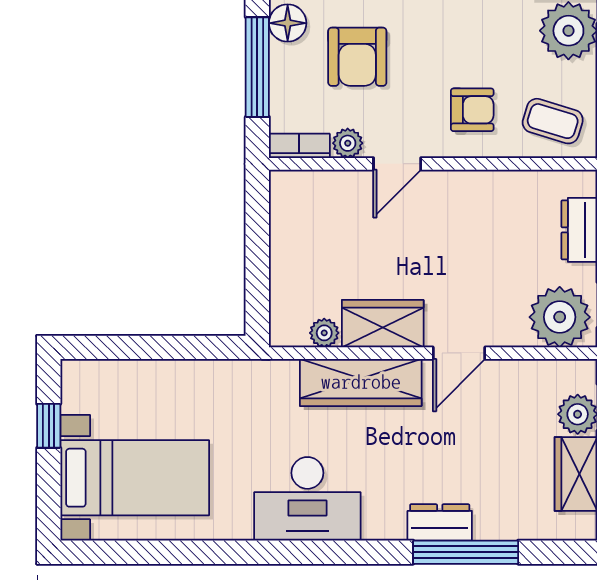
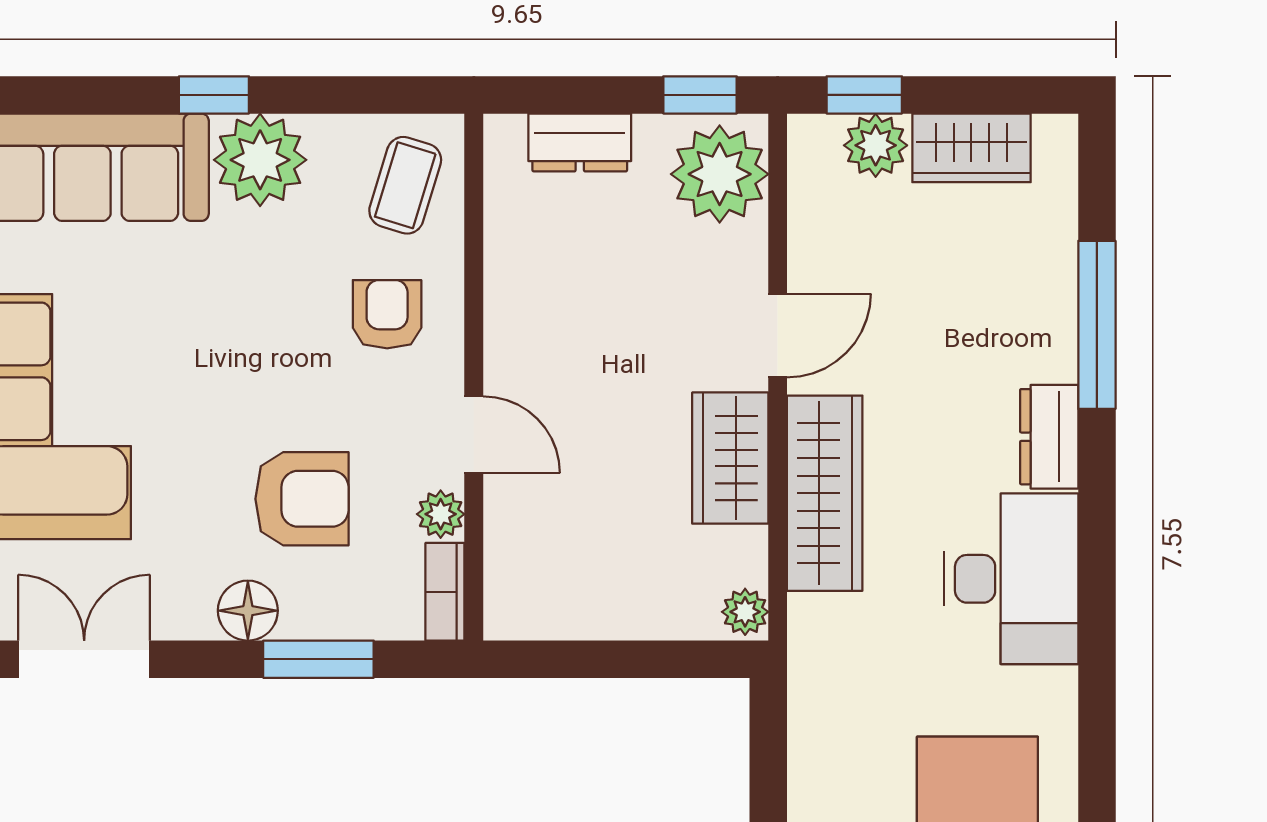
window: (257, 67) -> (318, 659), width x0.69
plant: (324, 333) -> (745, 612), moved
door: (459, 353) -> (778, 335), hinge flipped
dresser: (440, 522) -> (1049, 437), moved

